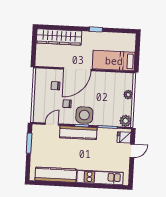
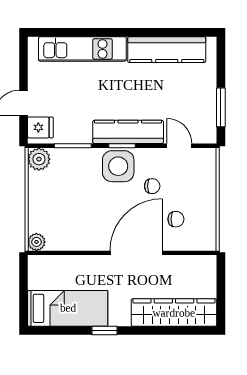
bed: (114, 61) -> (68, 308), moved
plant: (128, 95) -> (36, 242), moved
door: (52, 124) -> (179, 146), swing flipped

